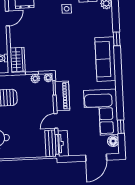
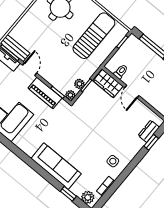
door: (7, 18) -> (132, 92), moved
window: (117, 39) -> (68, 194), moved
sofa: (105, 59) -> (56, 166), moved

